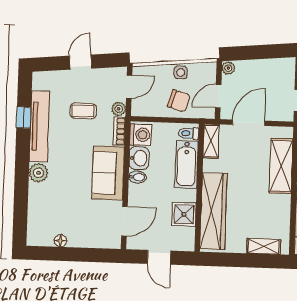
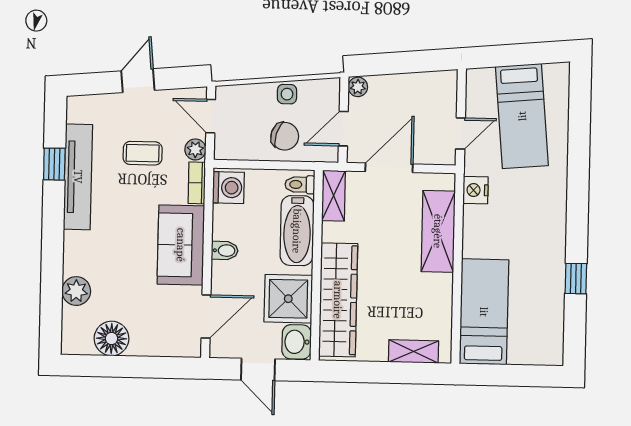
door: (129, 87) -> (211, 116), swing flipped
washbasin: (139, 158) -> (297, 342), moved, turned 180
plant: (38, 173) -> (76, 291), moved
shower: (184, 214) -> (288, 299), width x1.36, depth x1.36
floor lamp: (61, 241) -> (112, 338), width x1.89, depth x1.89

